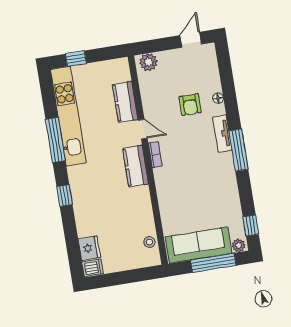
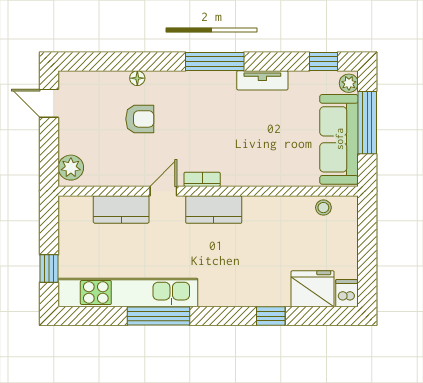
tv unit: (222, 134) -> (262, 80), moved
window: (65, 196) -> (271, 316), moved
fridge: (89, 248) -> (313, 289), width x1.36, depth x1.34

